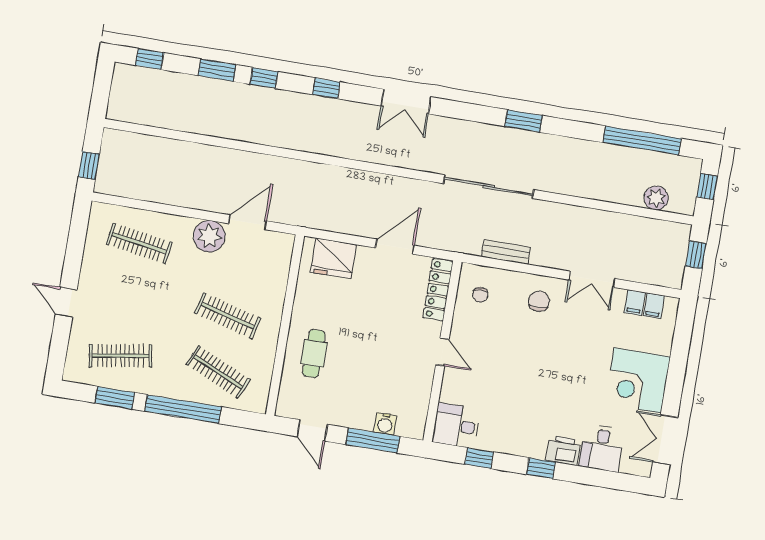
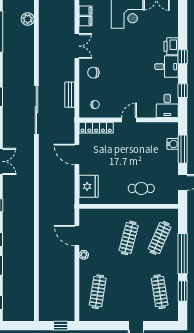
plant: (209, 236) -> (84, 255), width x0.53, depth x0.53
desk: (602, 448) -> (166, 67), moved

